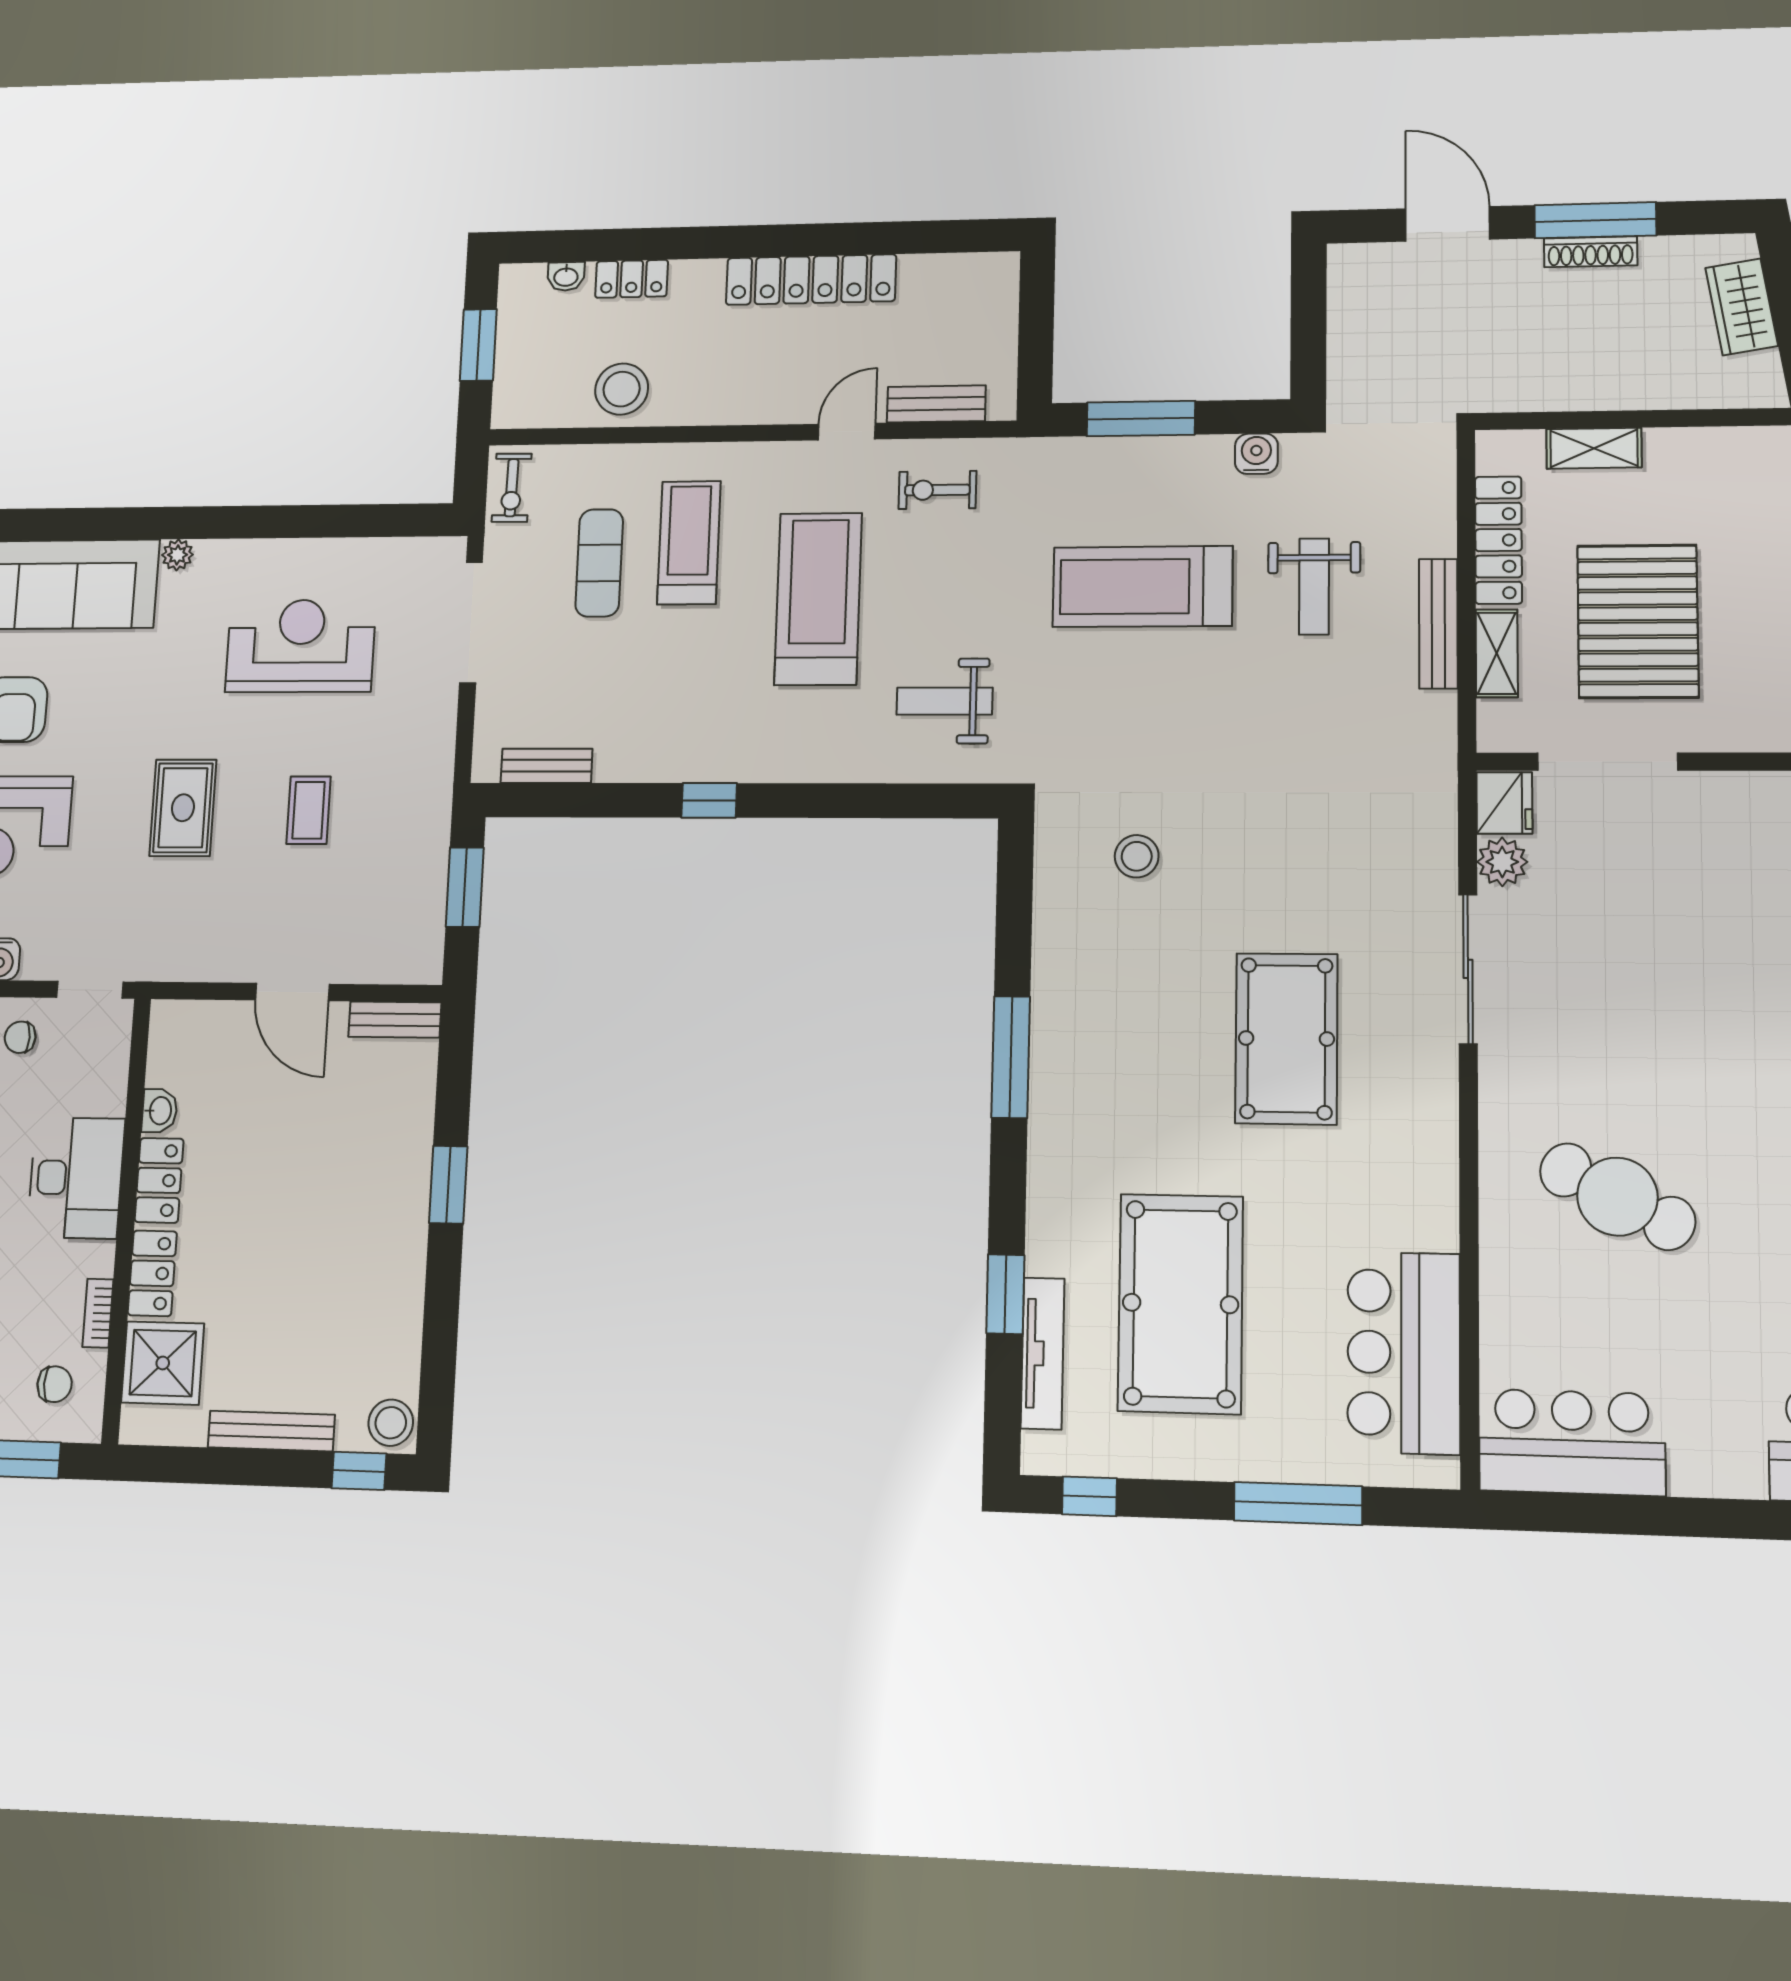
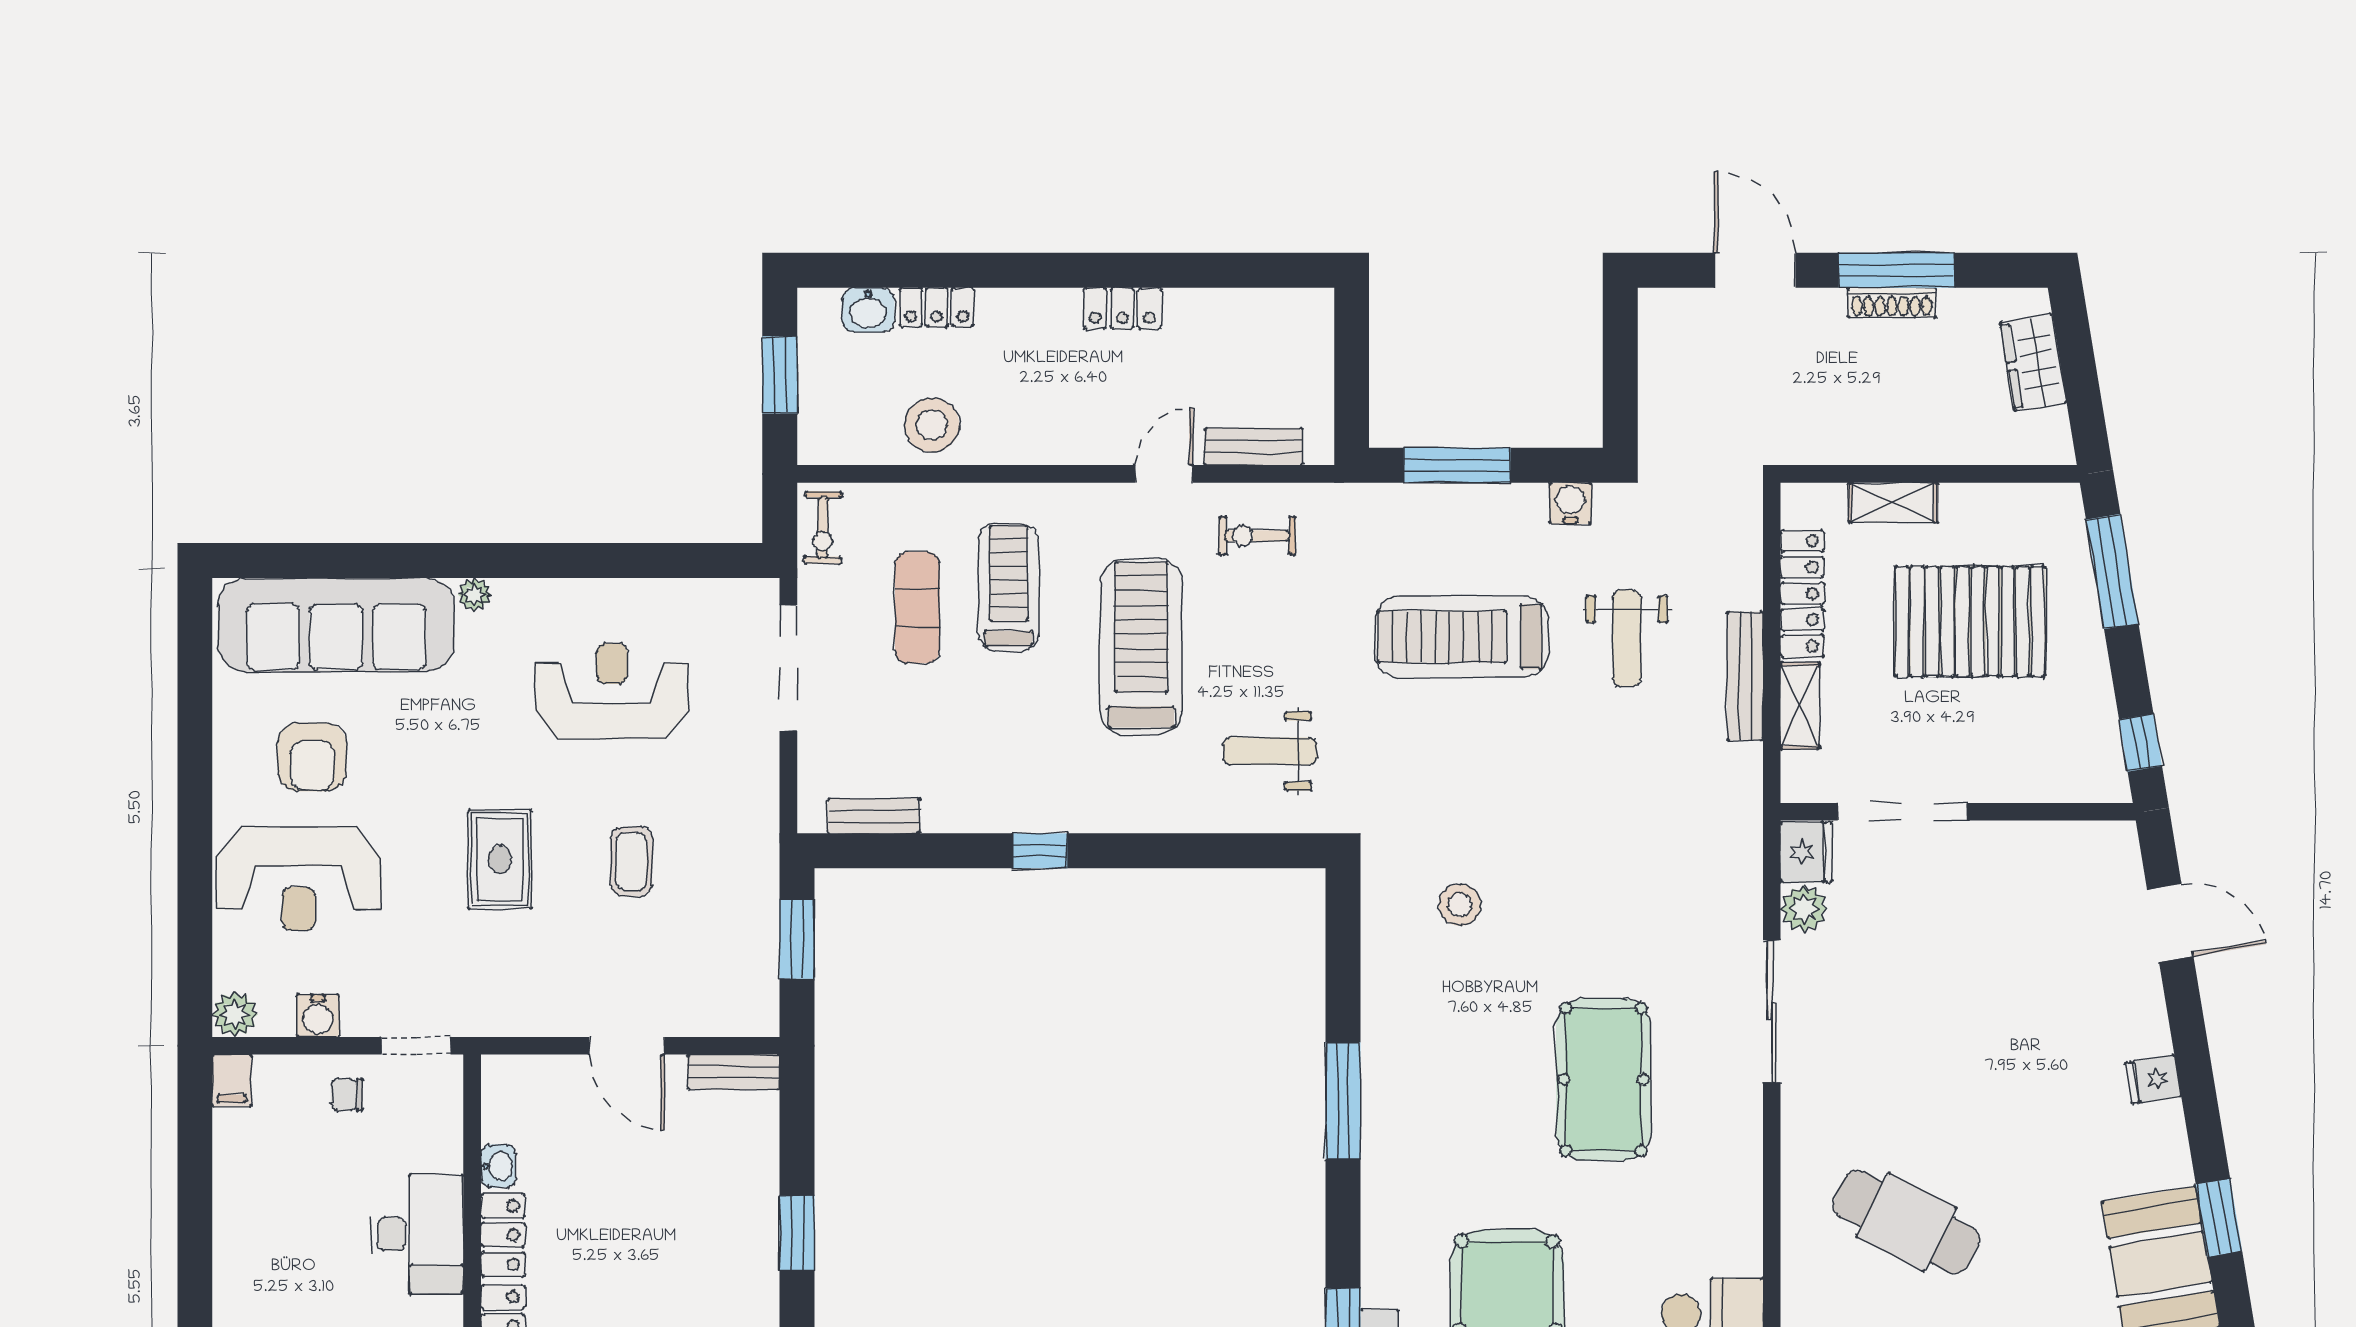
washbasin: (566, 276) -> (868, 310), width x1.38, depth x1.45
locker: (811, 280) -> (1122, 308), width x0.46, depth x0.83
pallet: (1638, 621) -> (1970, 622), moved, turned 90

